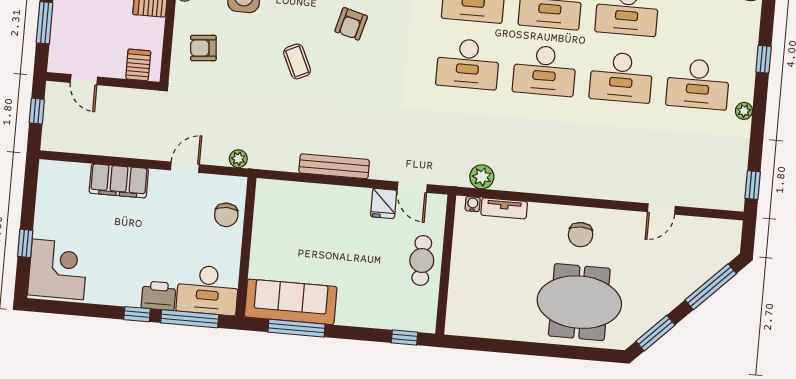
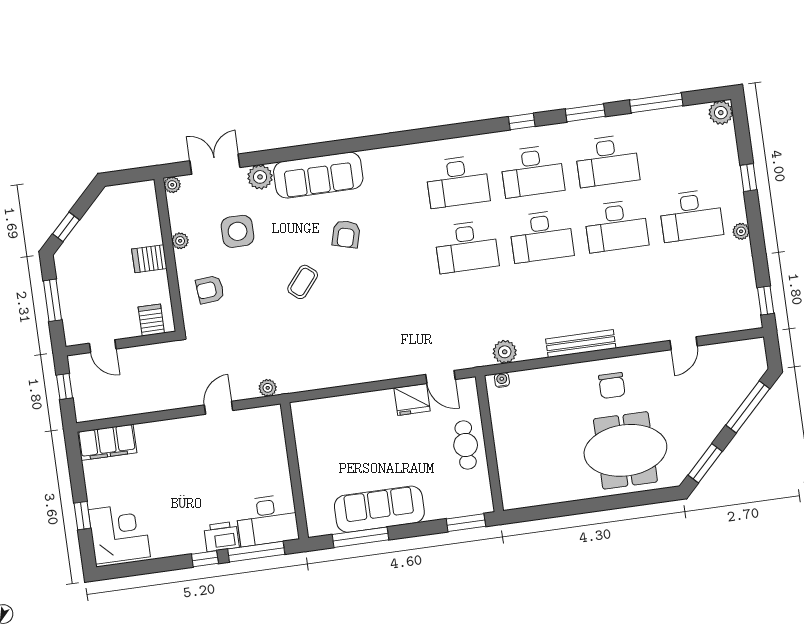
coffee table: (297, 61) -> (303, 282), turned 65
bench: (334, 166) -> (581, 344), moved
filing cabinet: (119, 181) -> (107, 442), moved
fridge: (384, 203) -> (412, 399), width x1.38
tv unit: (504, 208) -> (533, 377), removed
chair: (226, 215) -> (268, 444), removed
sofa: (291, 302) -> (379, 509), moved
window: (404, 338) -> (466, 523), width x1.50

